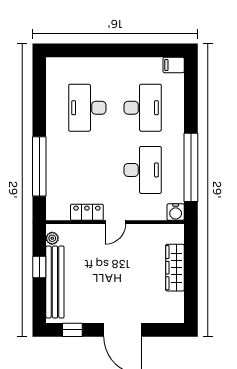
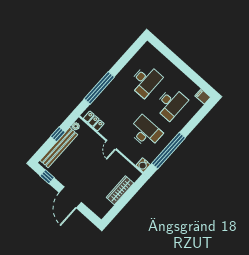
desk: (87, 108) -> (145, 81), turned 180
desk: (143, 170) -> (145, 132), turned -90
locker: (87, 212) -> (94, 121), moved
door: (115, 222) -> (111, 145), hinge flipped

